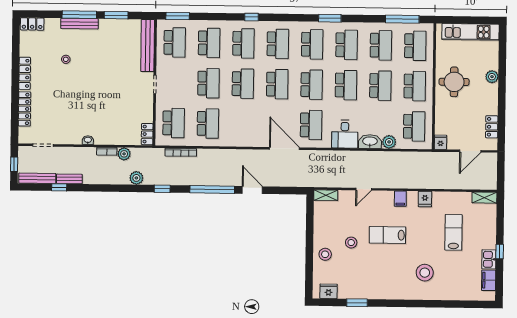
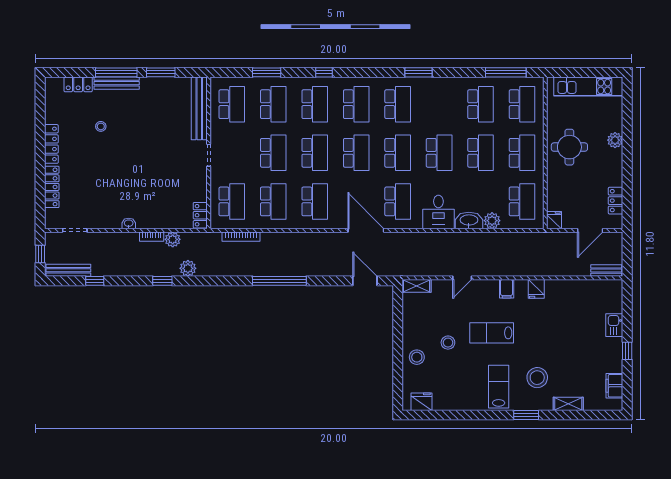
window: (178, 16) -> (267, 72), moved
locker: (32, 24) -> (78, 84), moved
school desk: (347, 45) -> (315, 201), moved
bench: (69, 179) -> (606, 271), moved
window: (162, 189) -> (162, 281), moved
door: (252, 190) -> (365, 281), moved
shelving: (484, 198) -> (568, 404), moved
lab bench: (453, 232) -> (499, 387), moved
kitchen sink: (489, 259) -> (614, 325), moved
window: (357, 303) -> (526, 415), moved

